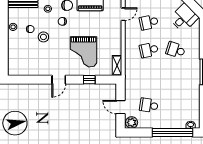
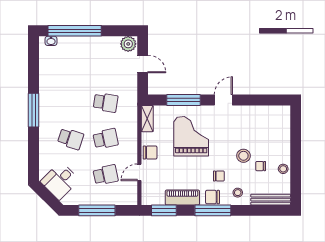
door: (123, 14) -> (139, 172), moved
chair: (115, 39) -> (150, 153), added
window: (89, 80) -> (184, 100), width x2.17
school desk: (149, 105) -> (106, 103), moved

